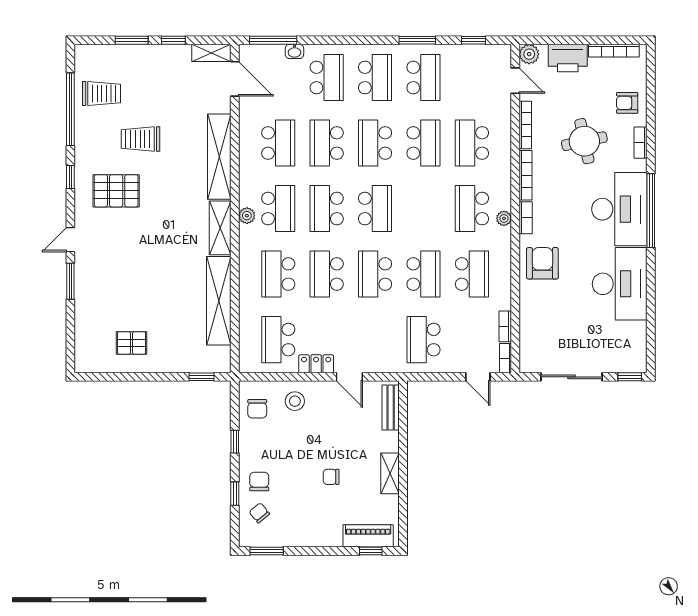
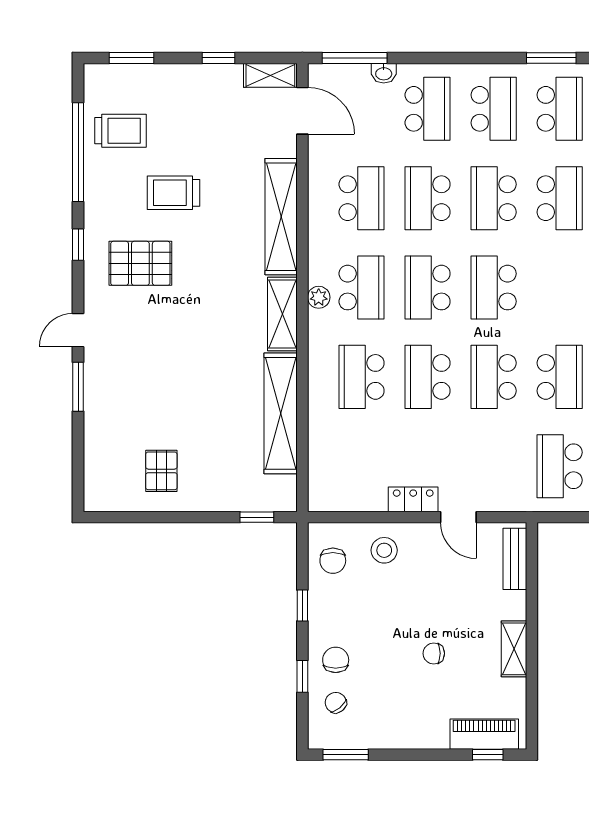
window: (132, 40) -> (132, 58), moved
school desk: (375, 209) -> (494, 288), turned 180
school desk: (278, 340) -> (362, 466), removed
pallet: (131, 343) -> (161, 471), turned 90

